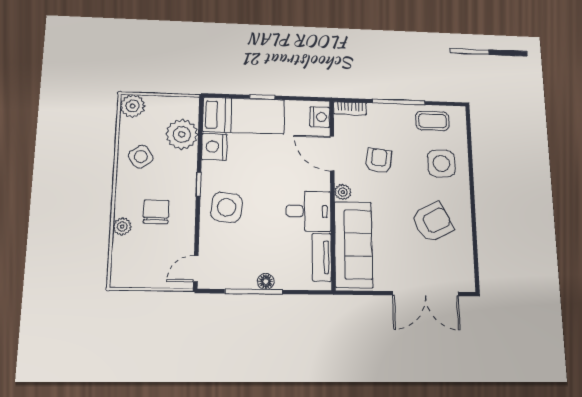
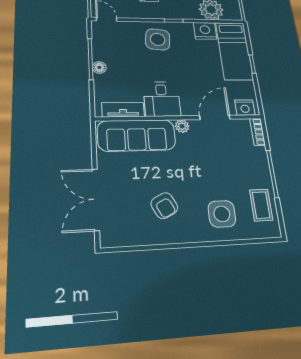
armchair: (379, 161) -> (215, 156), removed
armchair: (433, 222) -> (164, 206), width x0.72, depth x0.72

